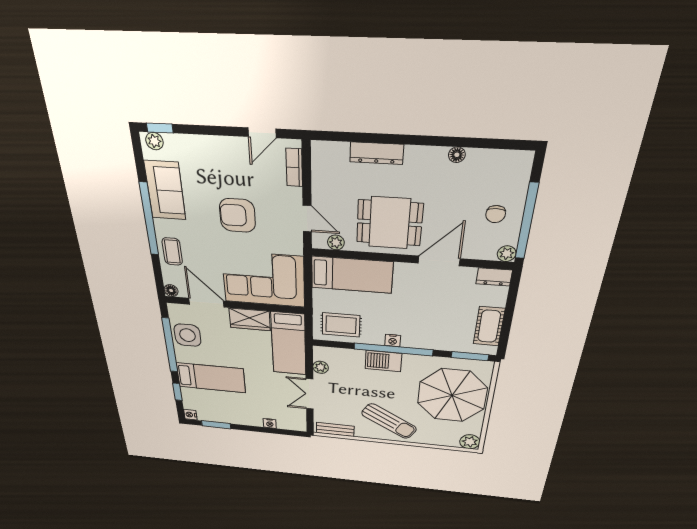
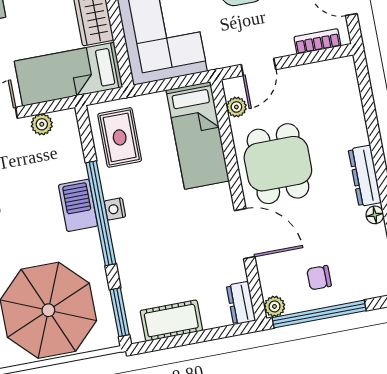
dresser: (377, 153) -> (365, 176), moved

